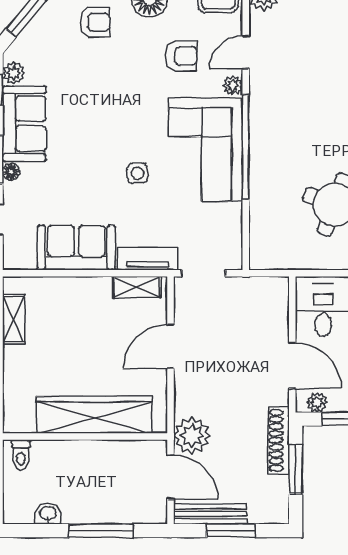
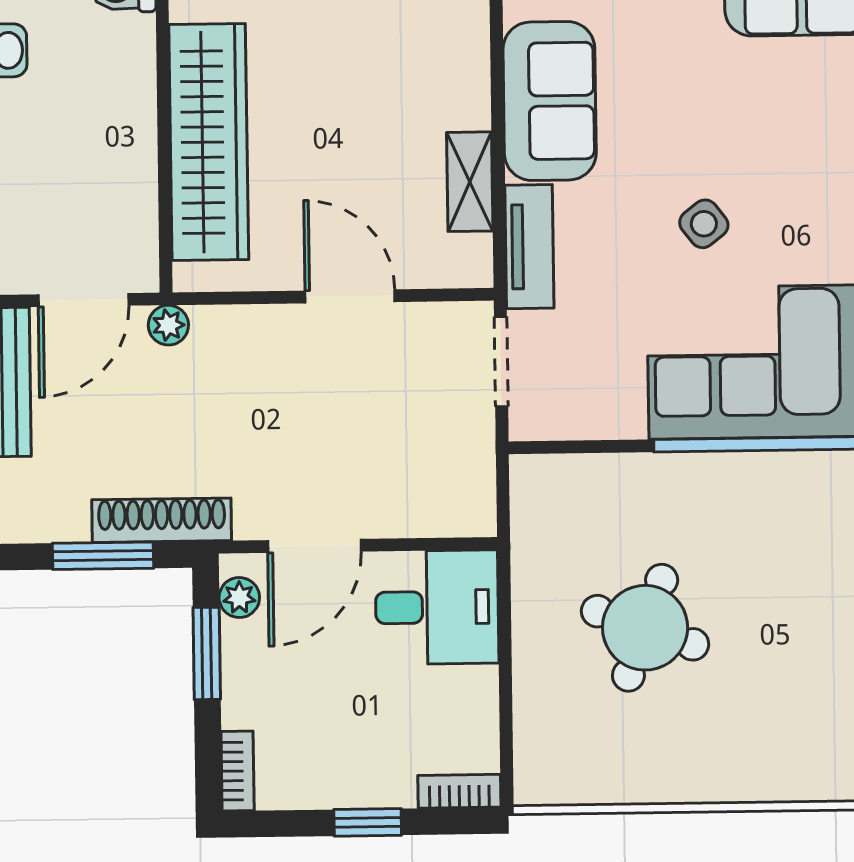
side table: (137, 173) -> (704, 224), turned -34
shelving: (137, 287) -> (470, 182), moved
plant: (192, 436) -> (168, 325), width x0.53, depth x0.53

